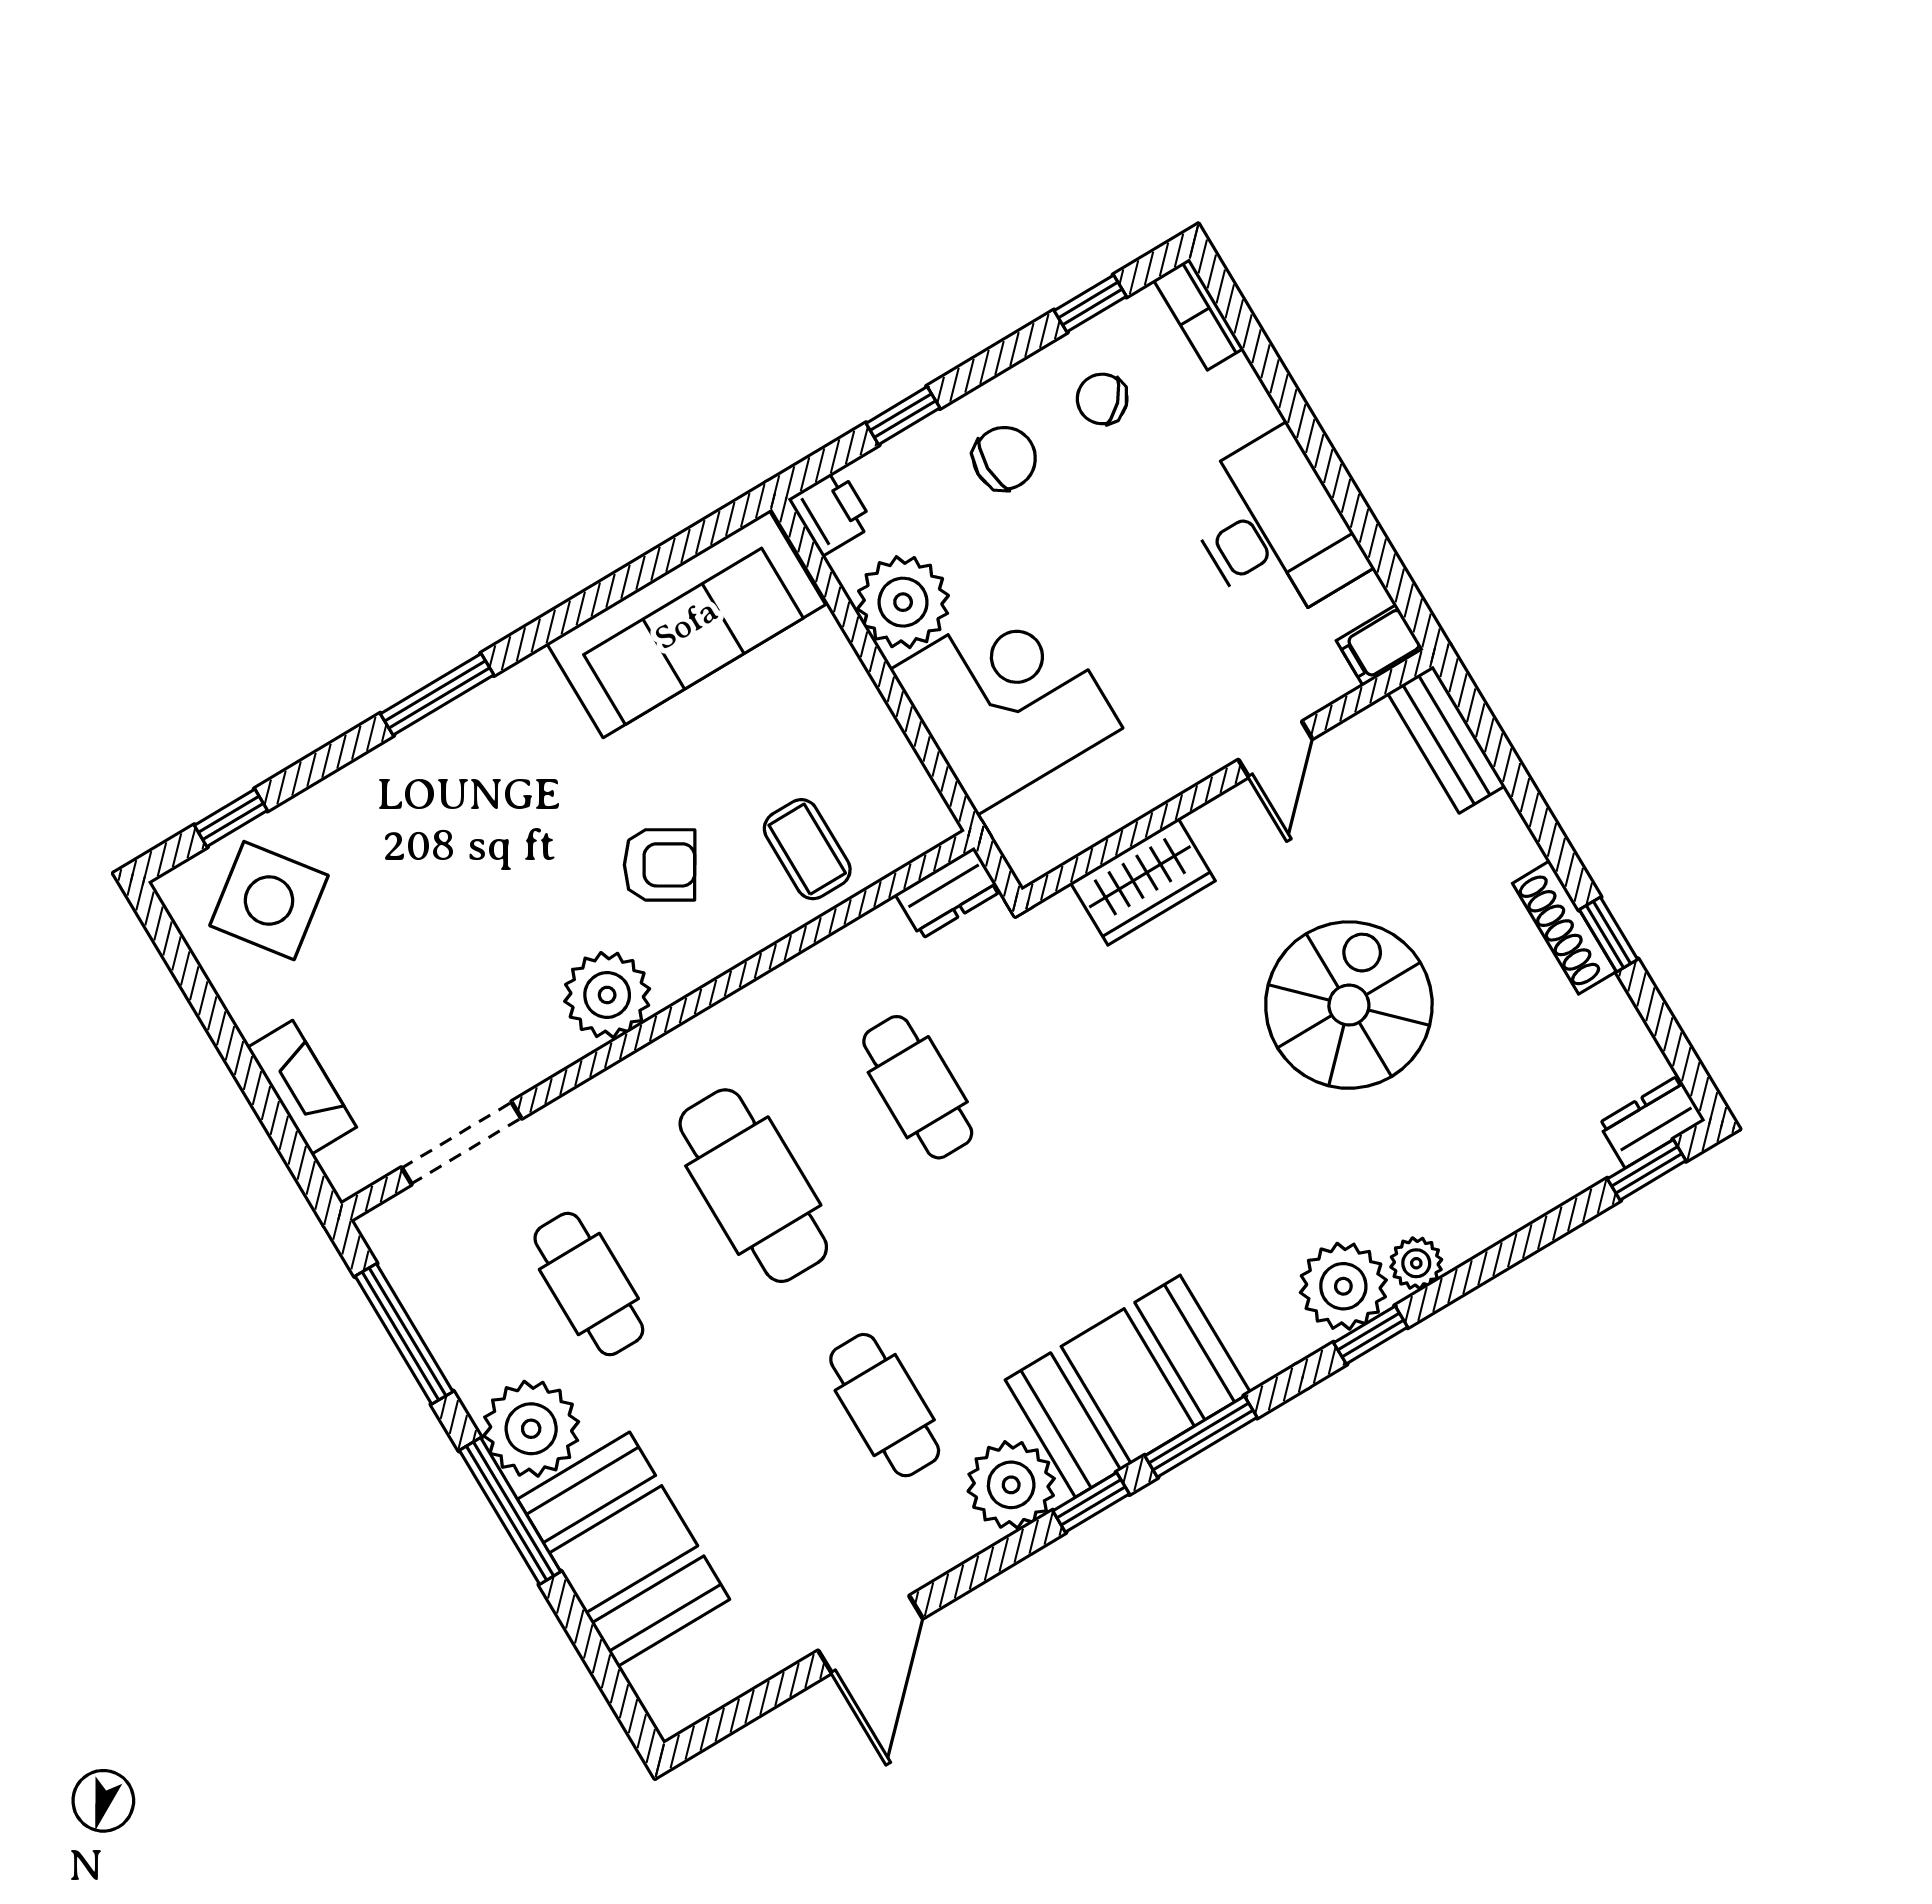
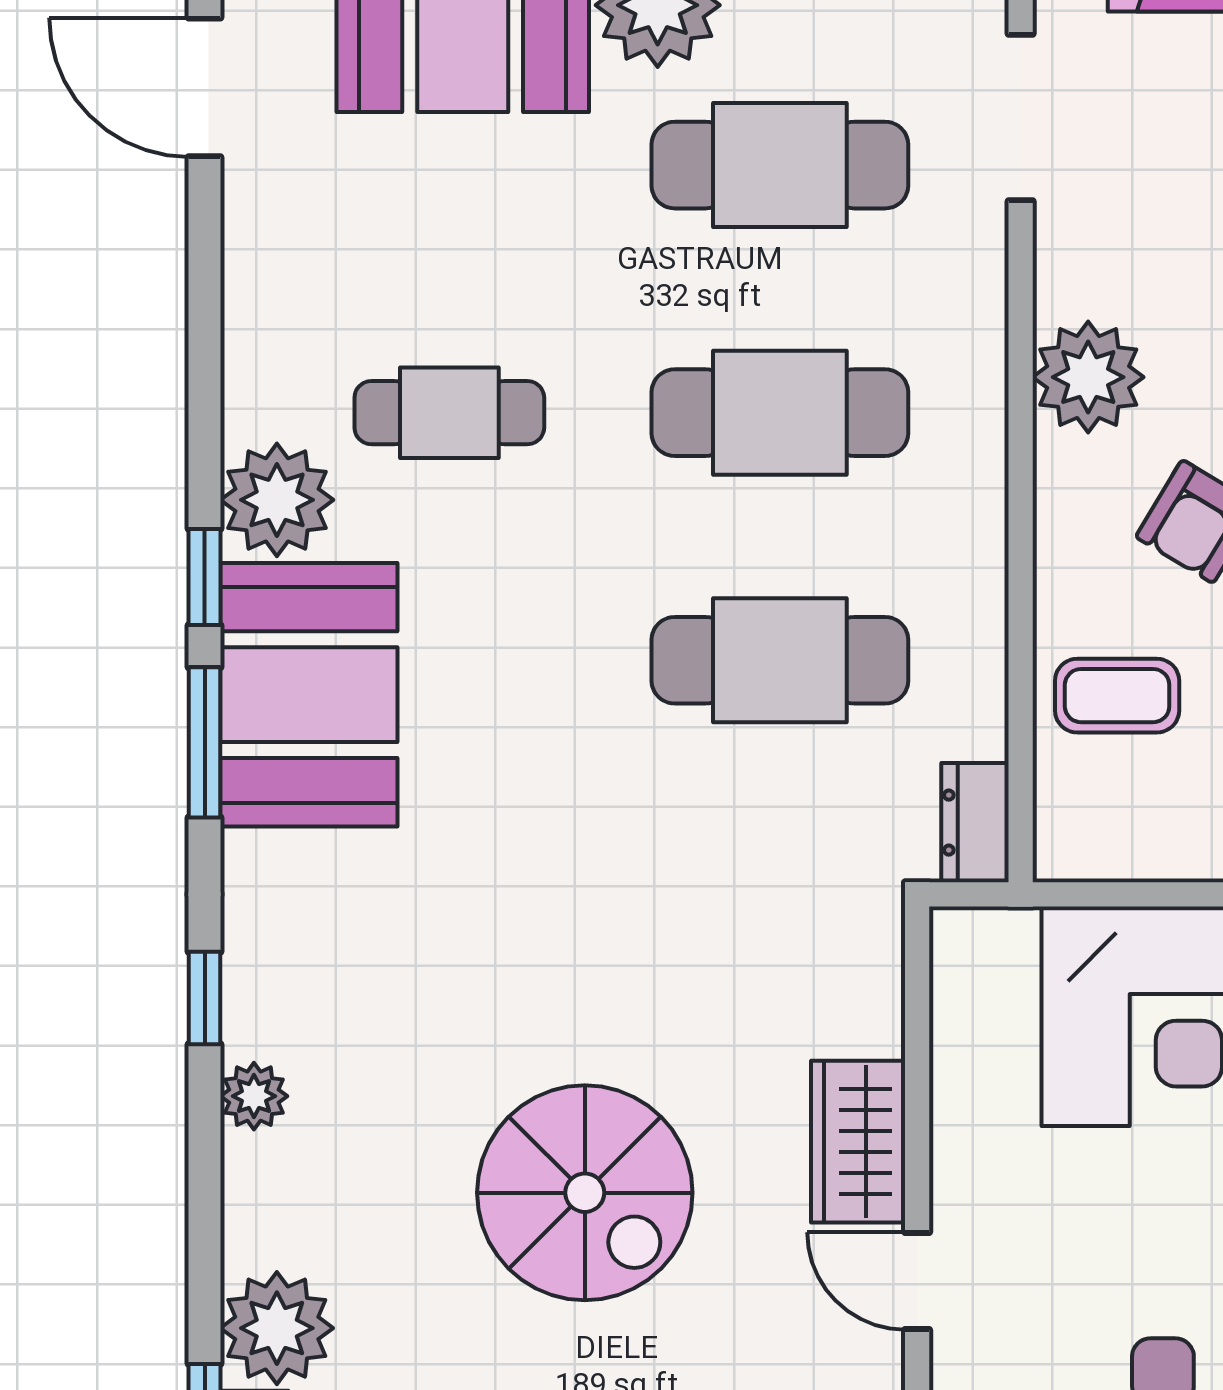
wardrobe: (1143, 882) -> (858, 1142), moved
cafe table: (918, 1087) -> (780, 660), width x1.37, depth x1.35
cafe table: (589, 1284) -> (780, 165), width x1.37, depth x1.35
plant: (1343, 1286) -> (277, 1328), moved
door: (870, 1634) -> (205, 87), moved

